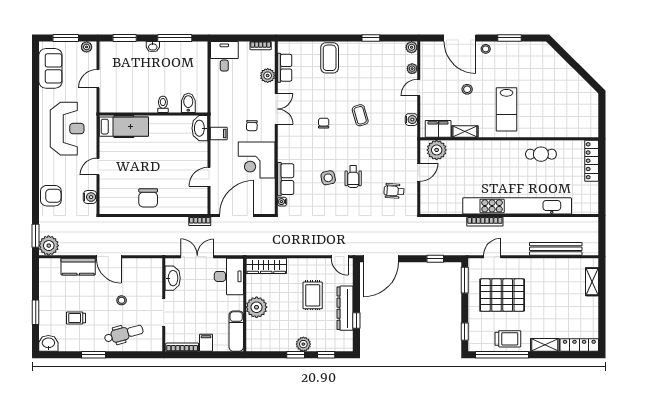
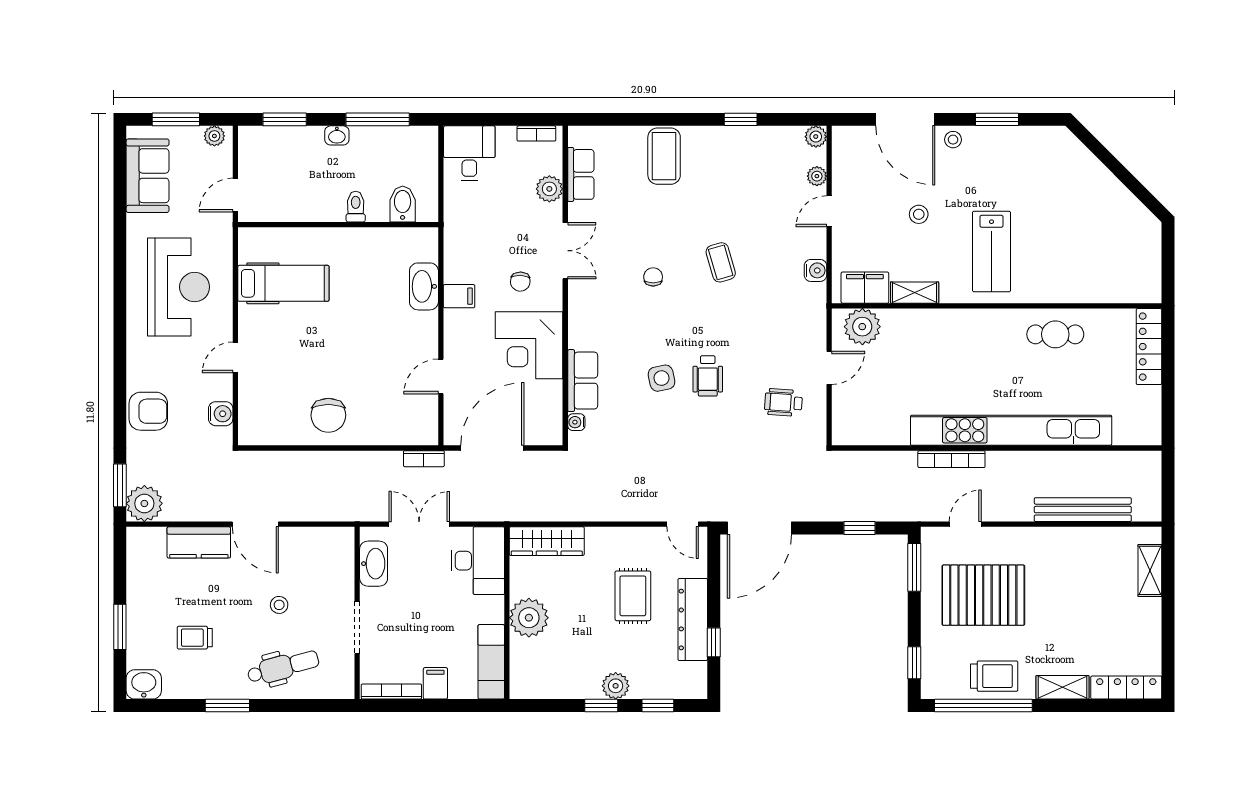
bidet: (188, 103) -> (403, 204), moved
toilet: (163, 104) -> (356, 207), moved
wall: (153, 114) -> (338, 225), moved

